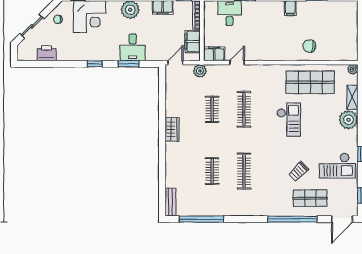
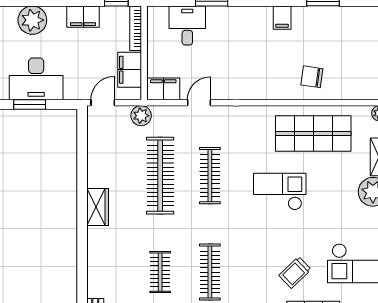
desk: (133, 47) -> (36, 79), width x1.37
clothes rail: (212, 109) -> (160, 176), width x1.86, depth x1.31
checkout: (289, 120) -> (280, 192), turned -90

